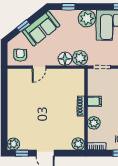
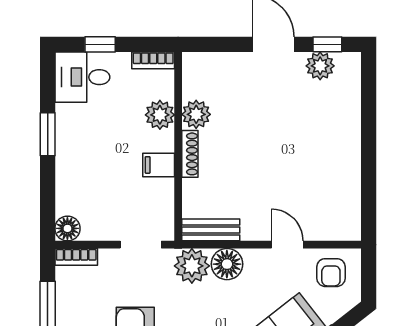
door: (39, 67) -> (287, 245), hinge flipped
bench: (72, 73) -> (211, 230), added
plant: (13, 144) -> (320, 66), moved
plant: (78, 144) -> (196, 114), moved

